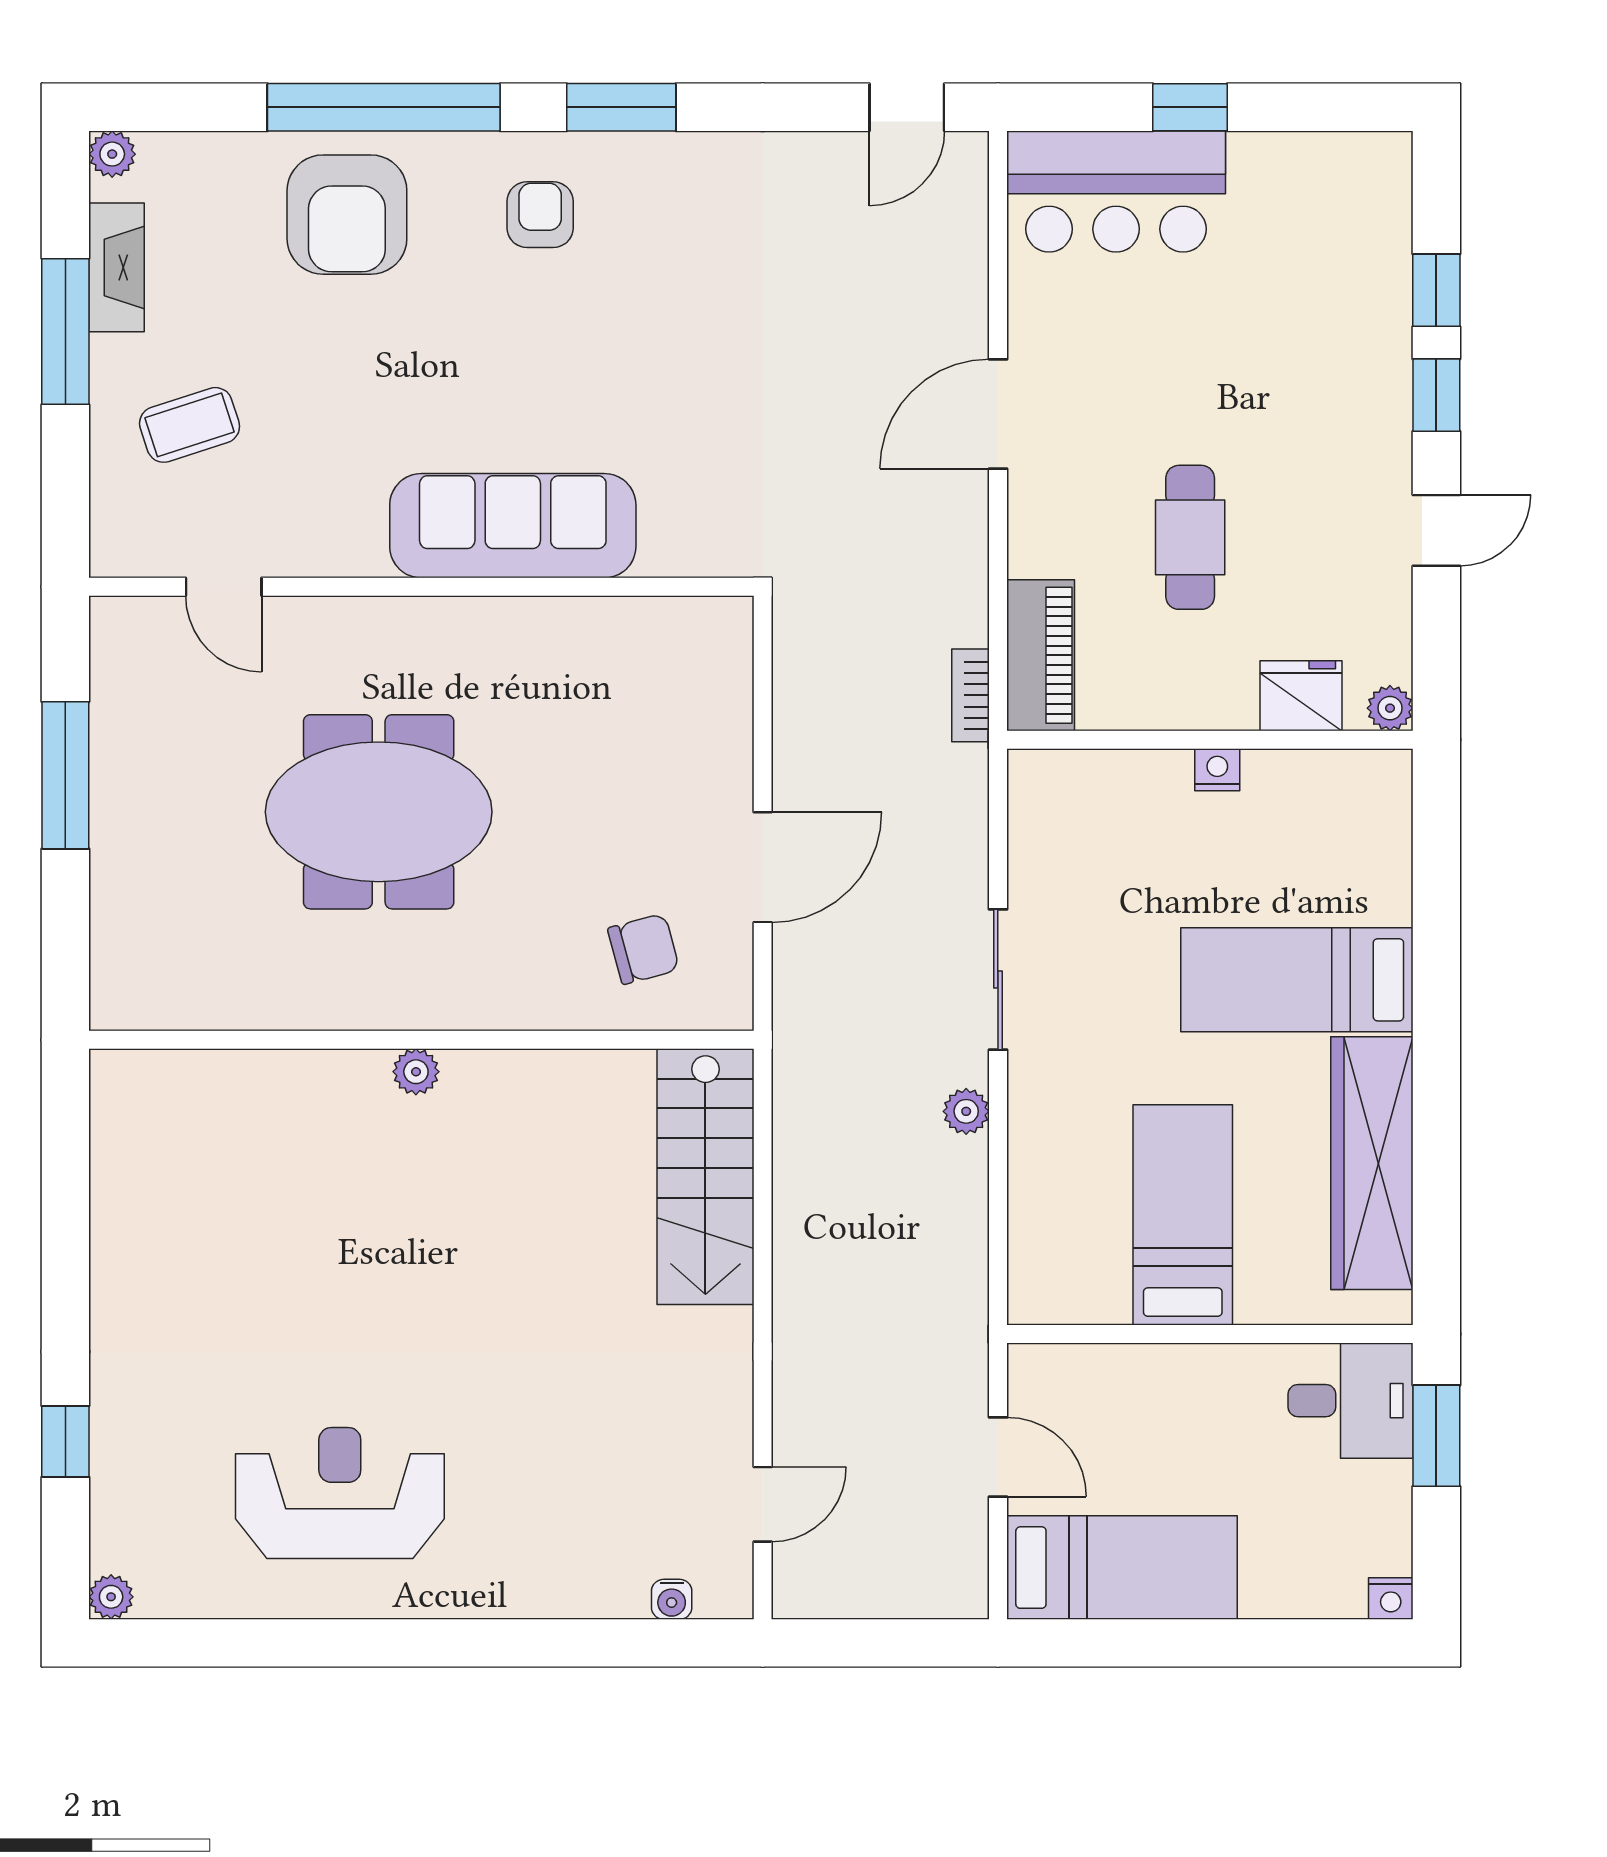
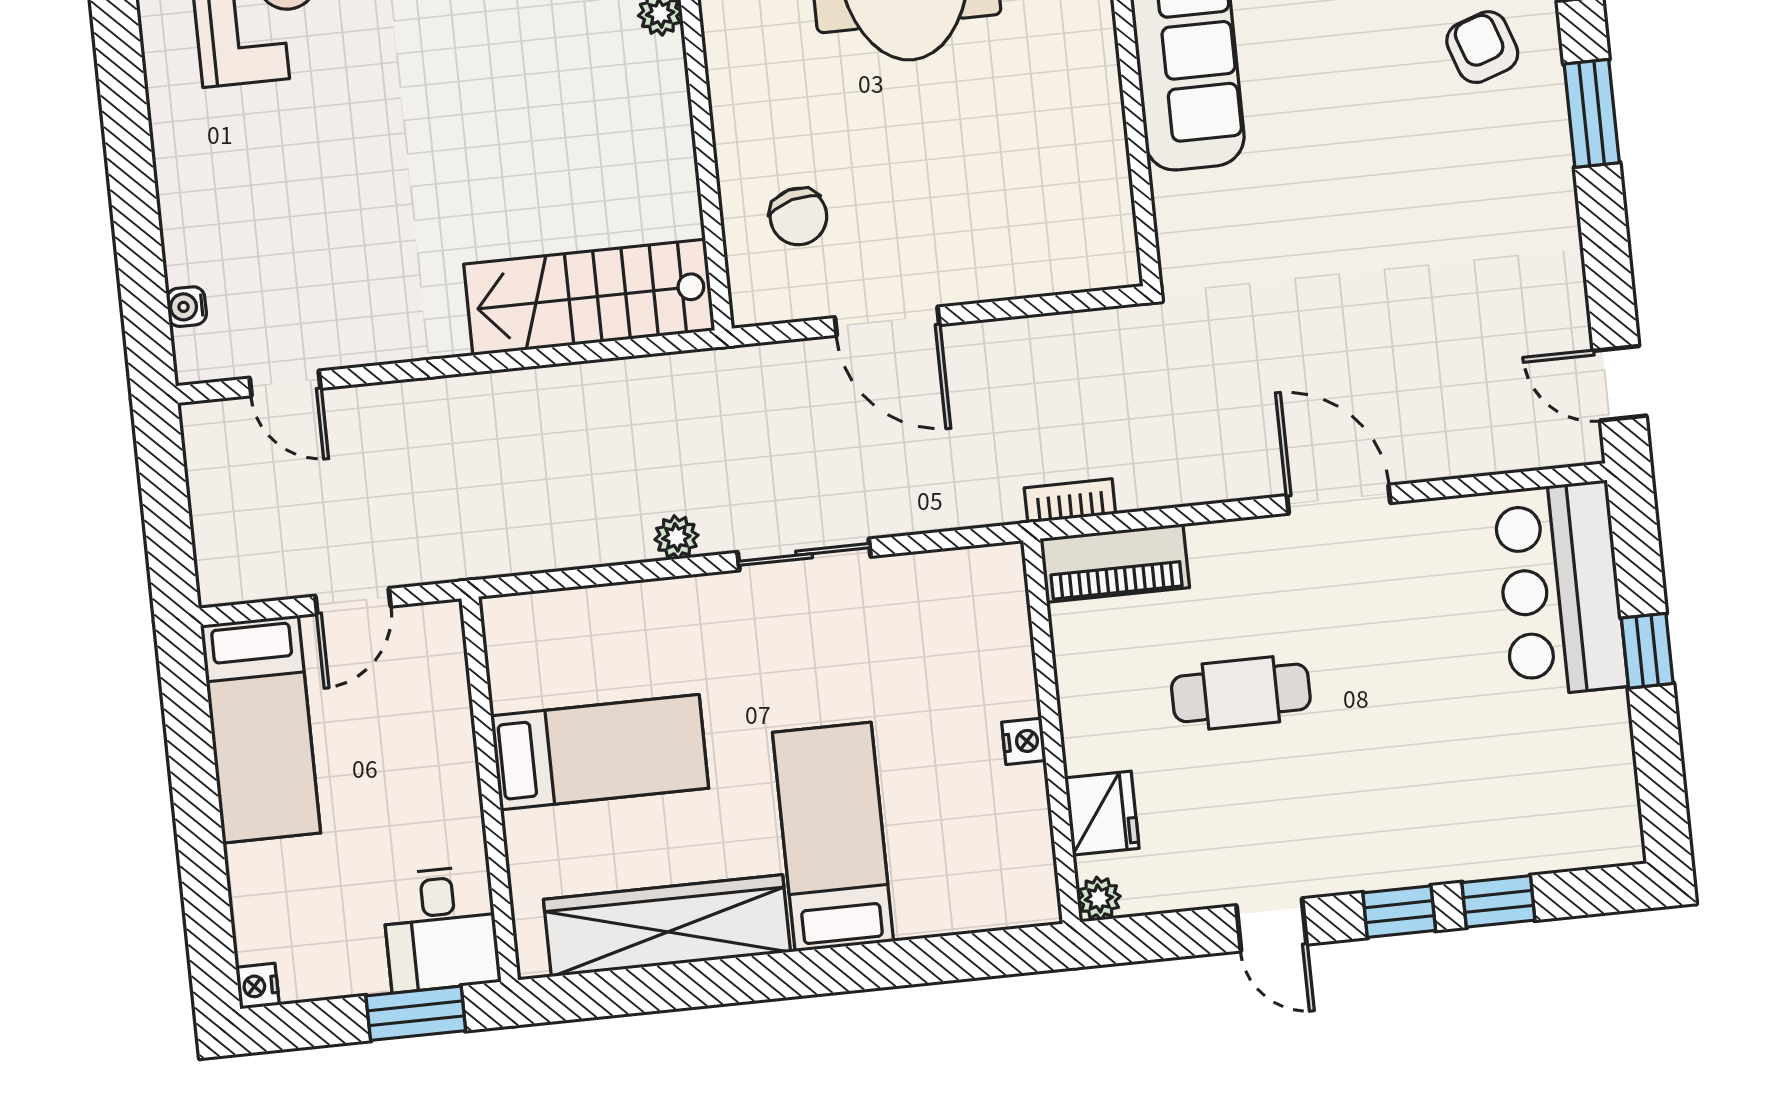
armchair: (540, 215) -> (1482, 47), turned -109

